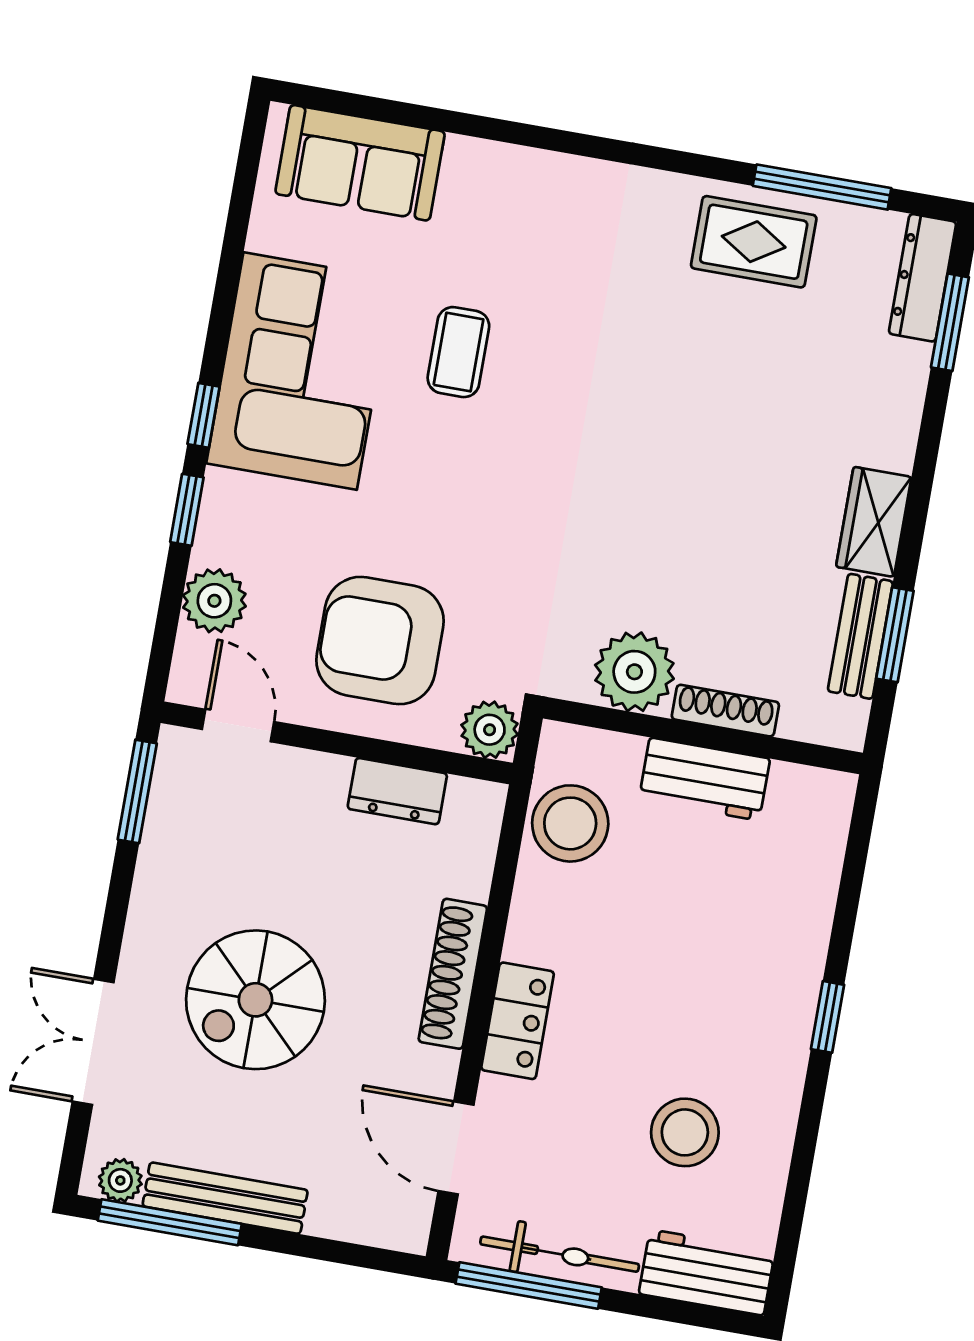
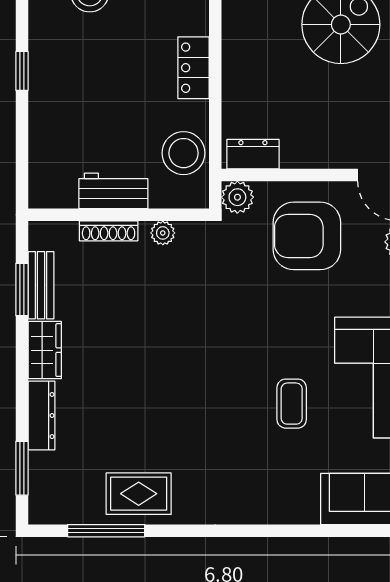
dresser: (923, 278) -> (42, 416), moved
armchair: (380, 641) -> (307, 236), turned 180
plant: (634, 672) -> (163, 233), width x0.53, depth x0.53
dresser: (397, 791) -> (253, 154), moved
shoe rack: (453, 974) -> (234, 58), removed
locker: (518, 1021) -> (193, 68), moved

